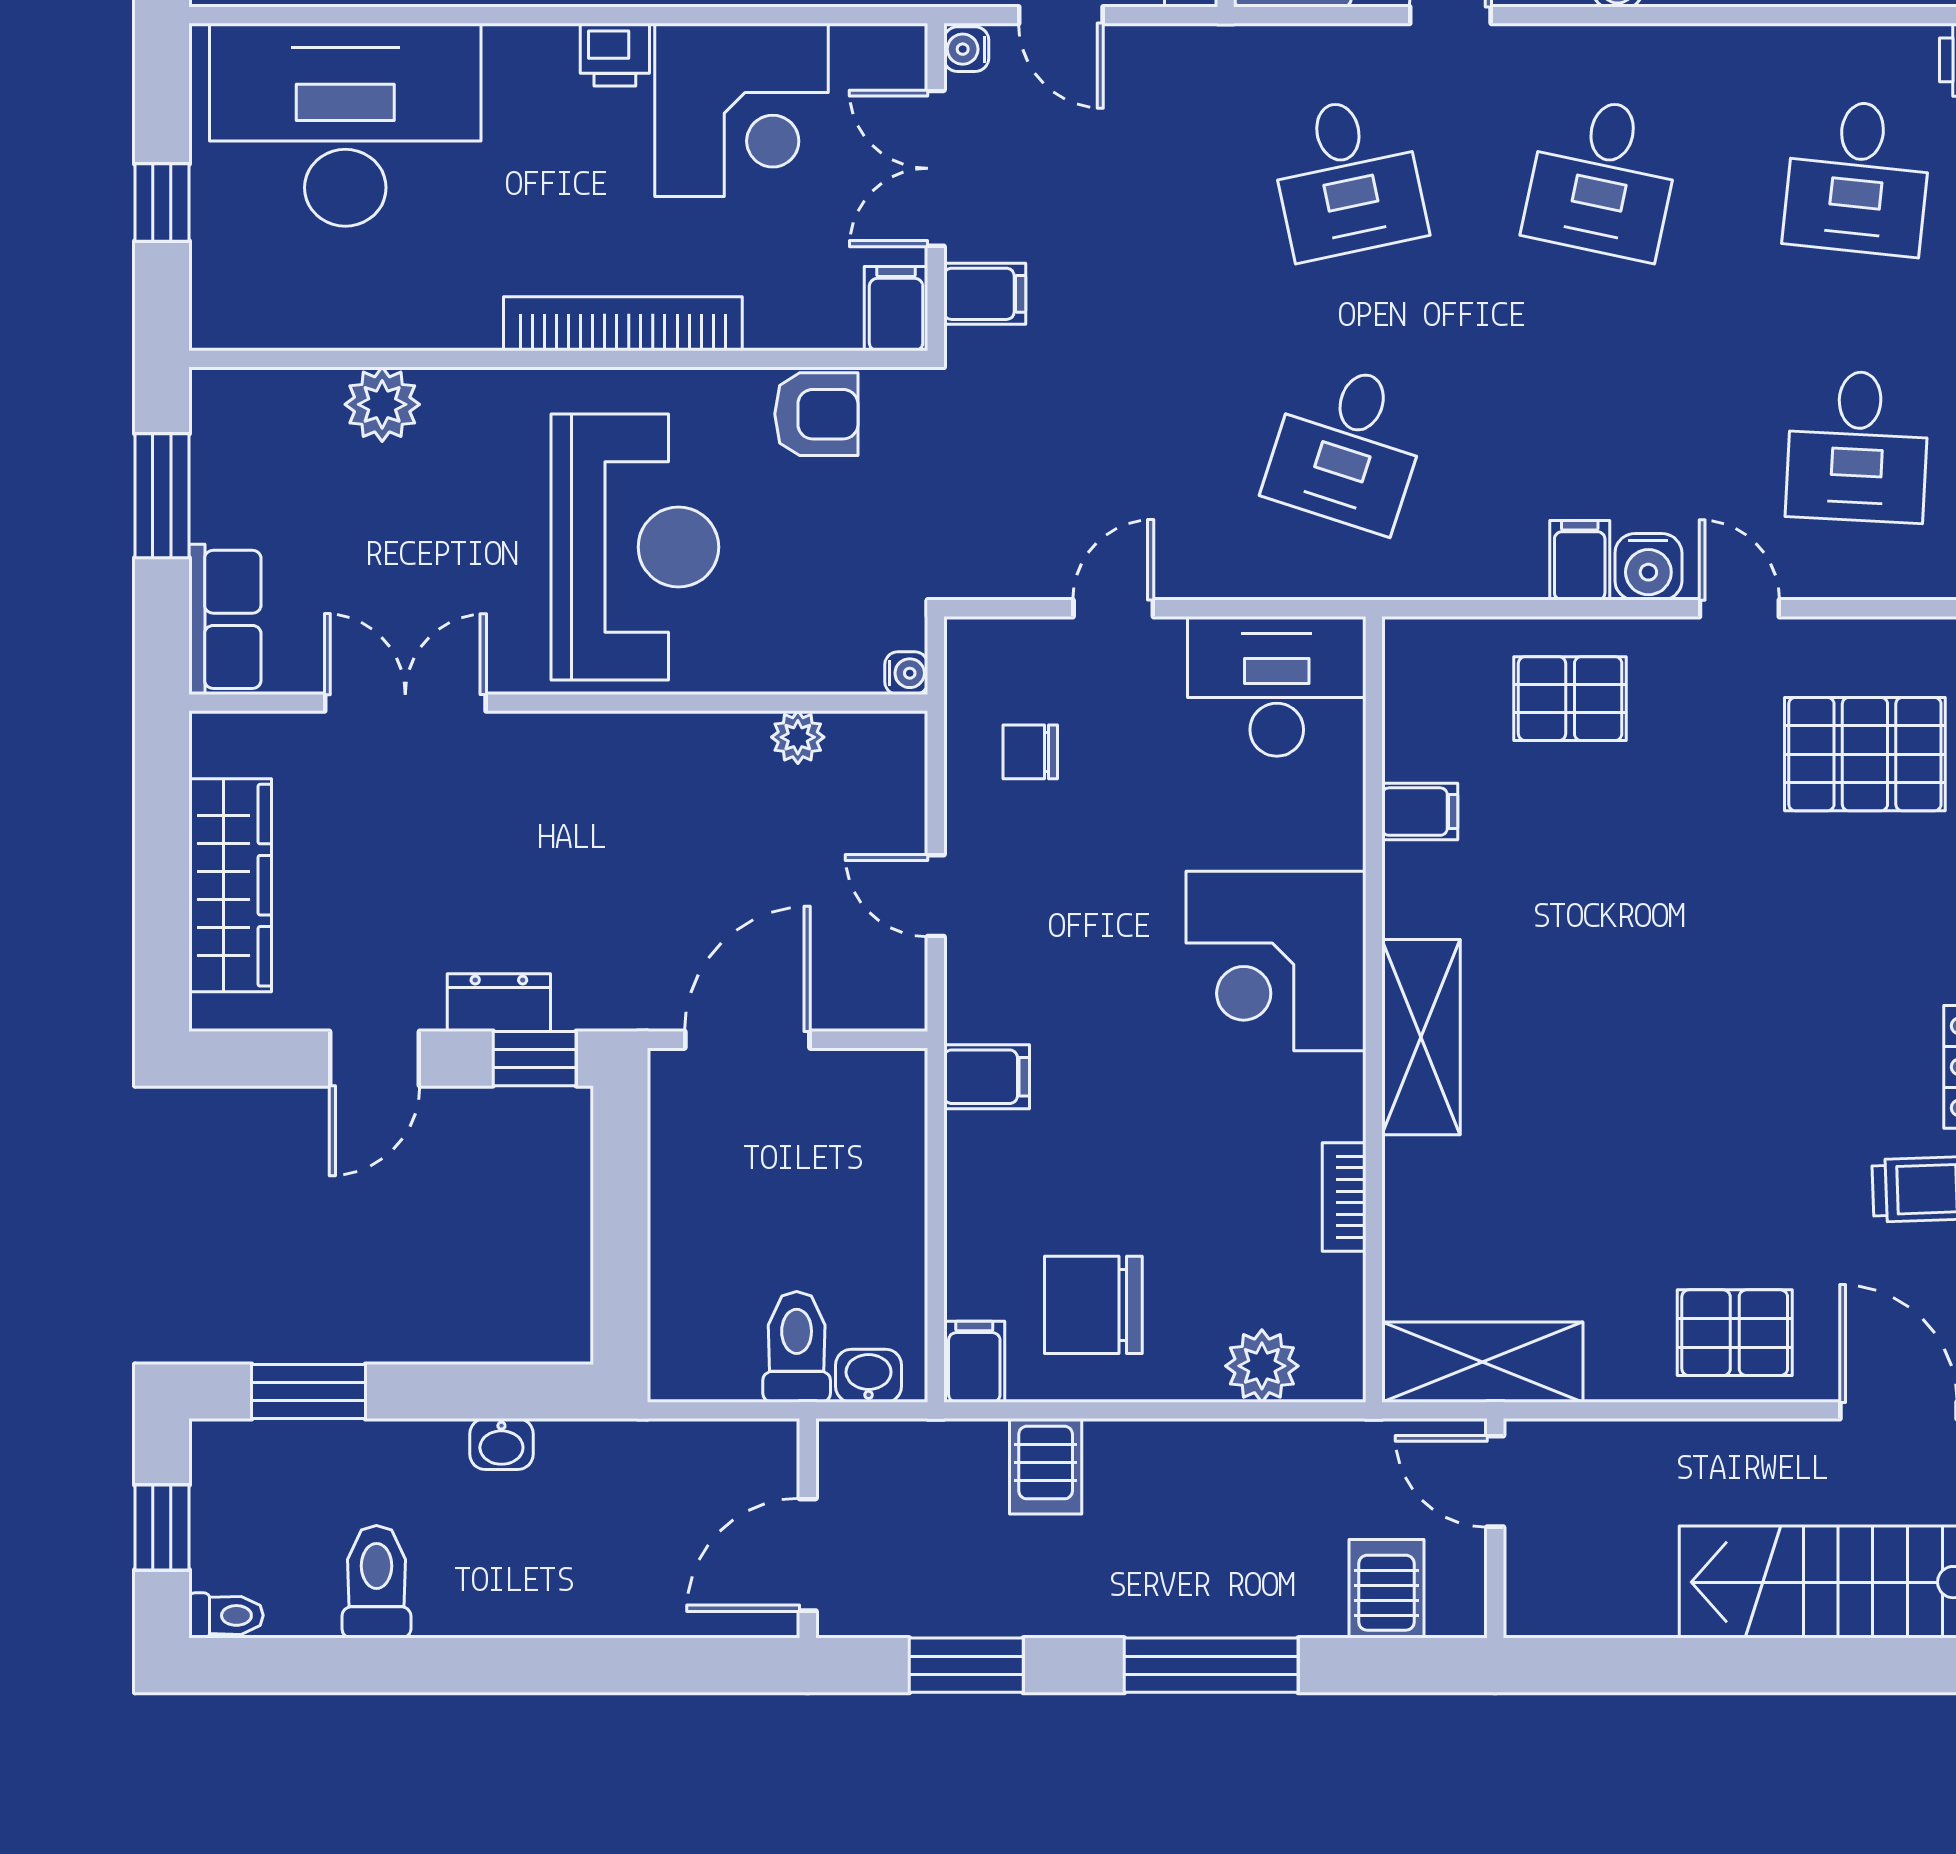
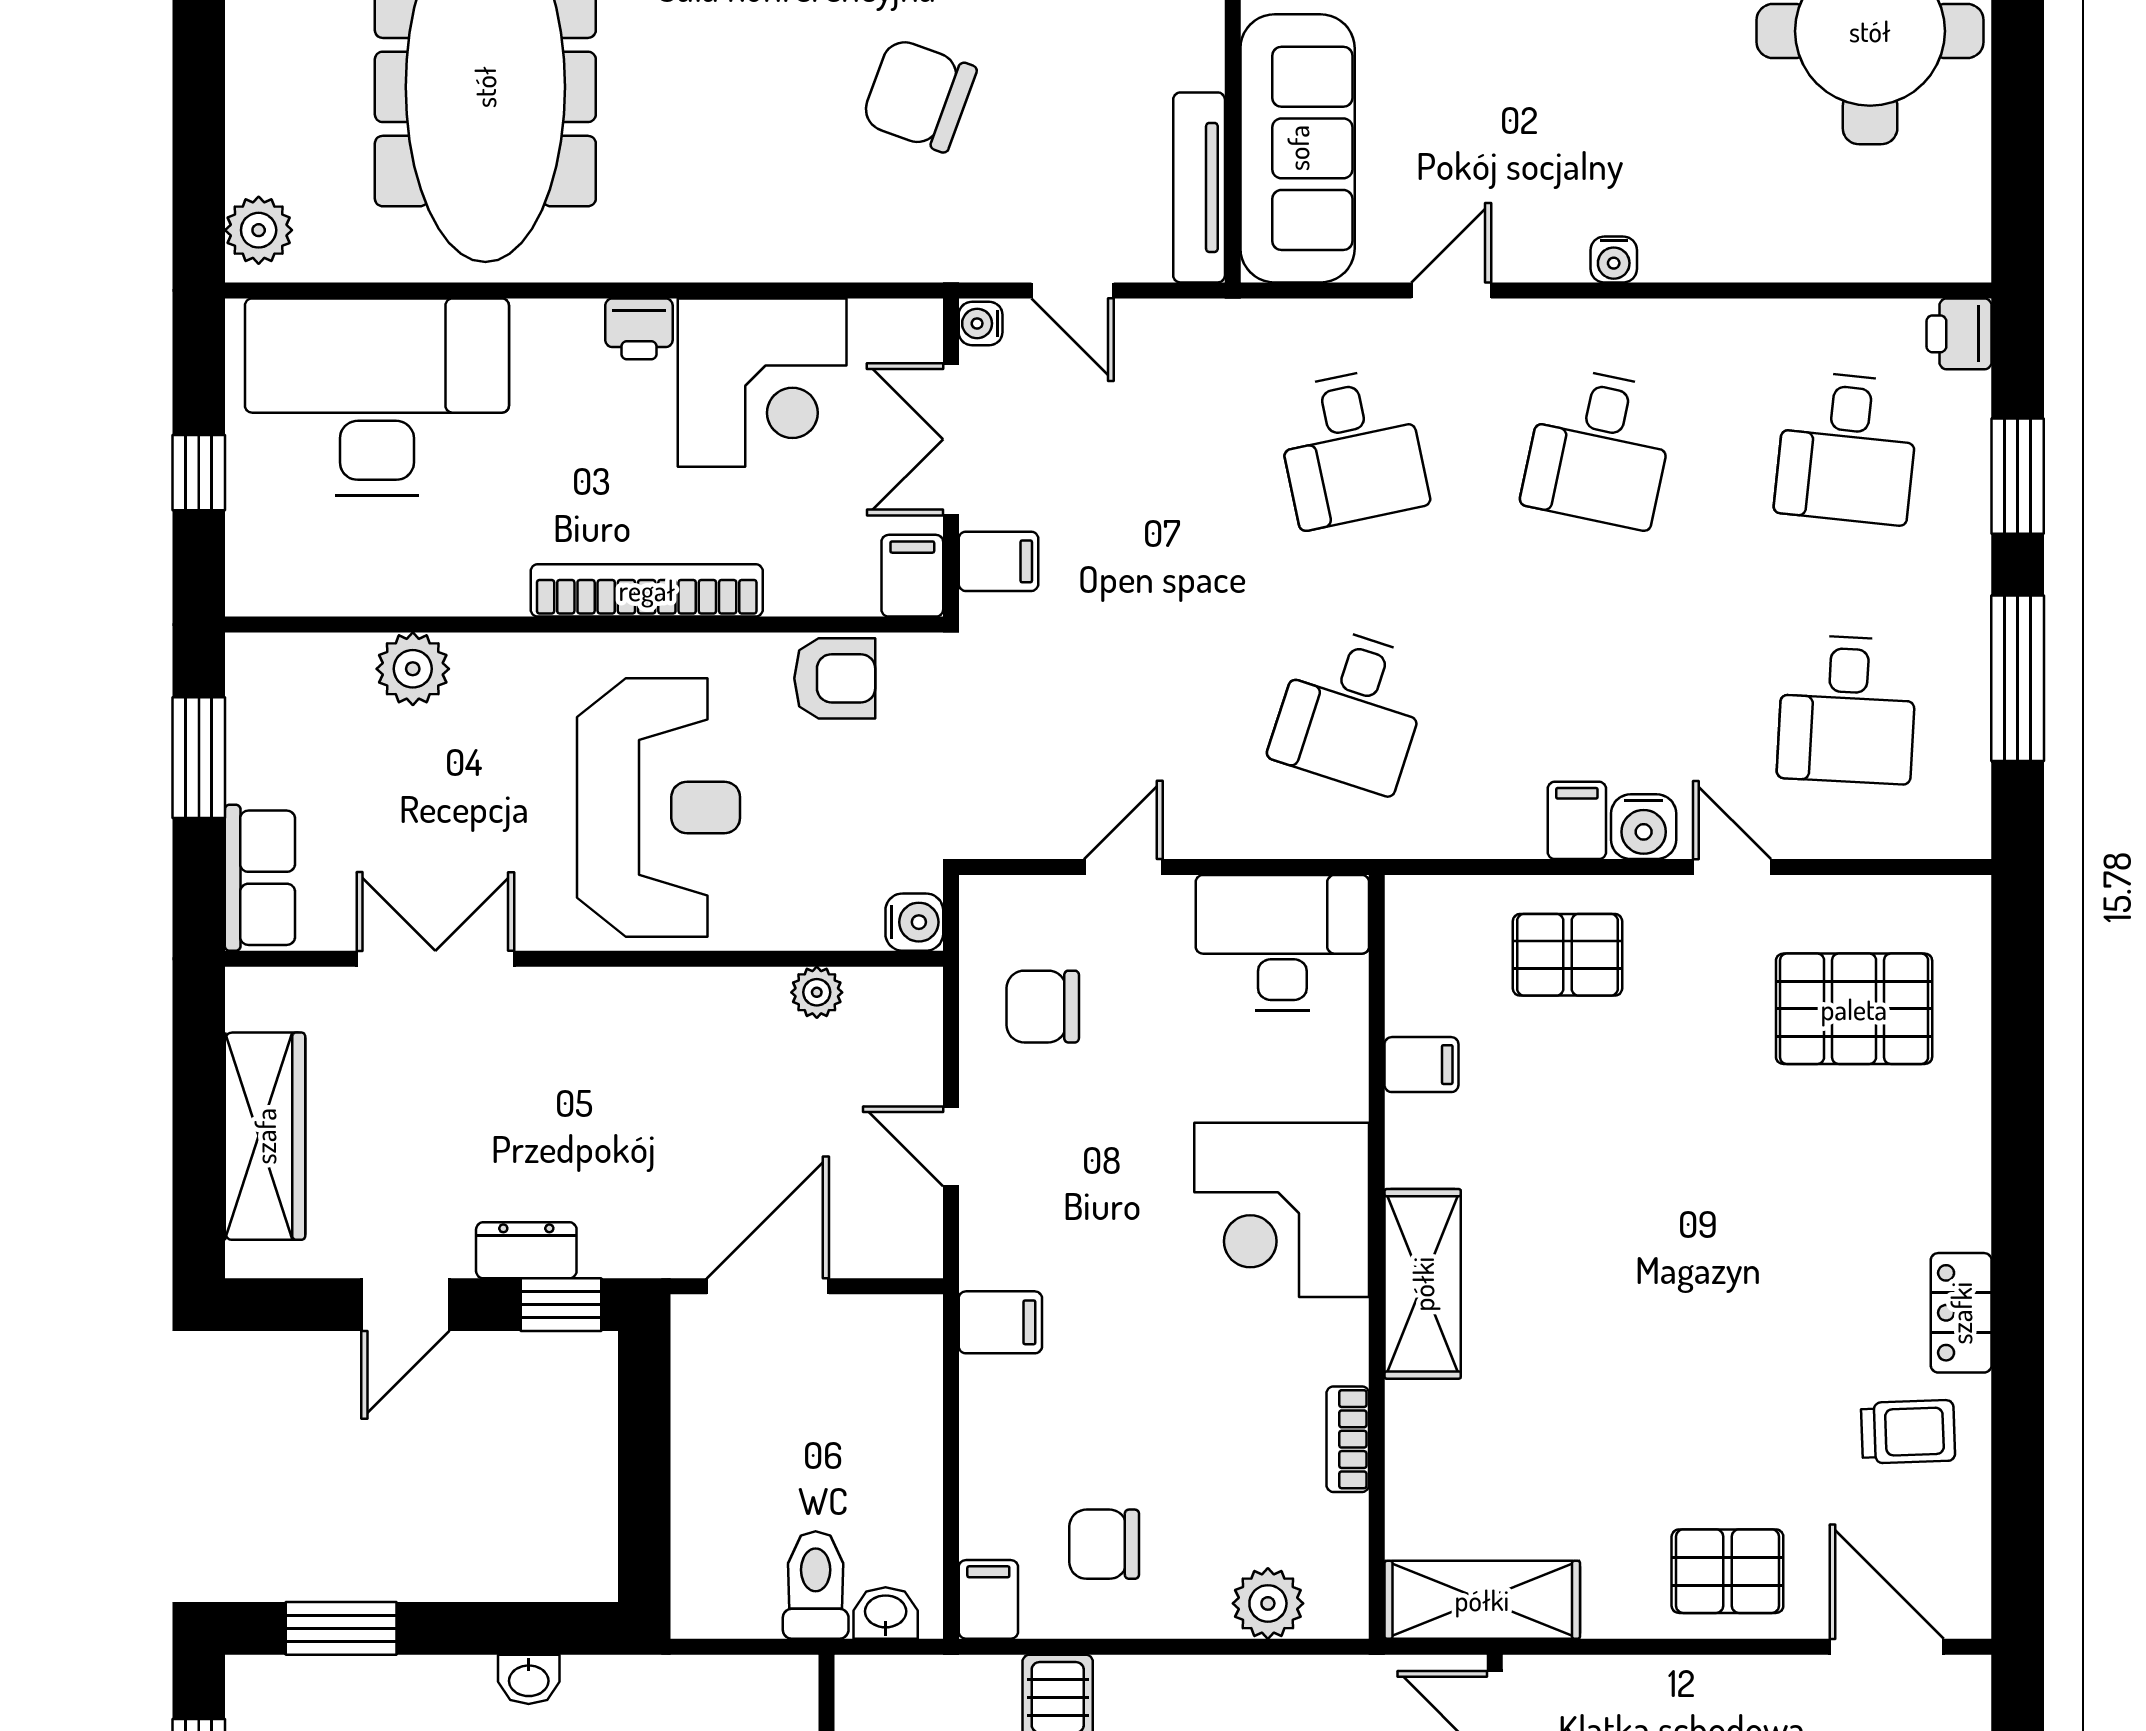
water cooler: (906, 673) -> (914, 922), width x1.38, depth x1.38
chair: (1030, 752) -> (1043, 1007), width x1.37, depth x1.37
chair: (1093, 1305) -> (1104, 1544), width x0.73, depth x0.73

